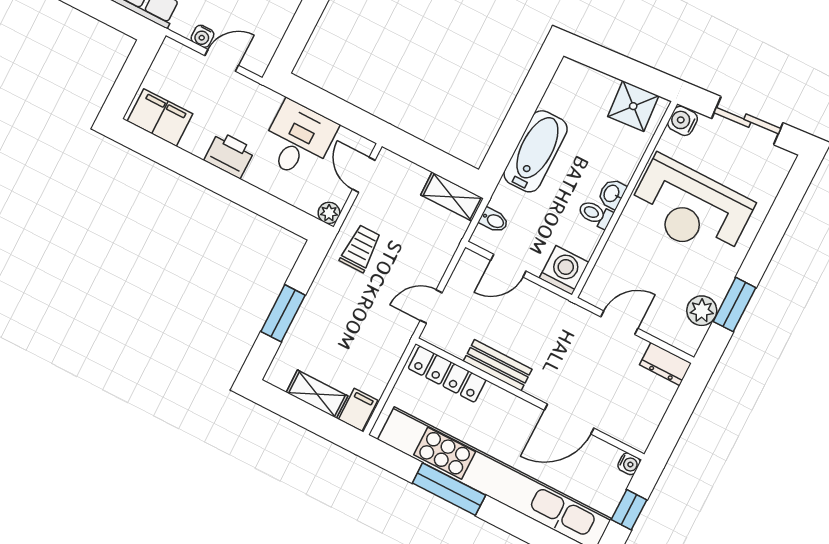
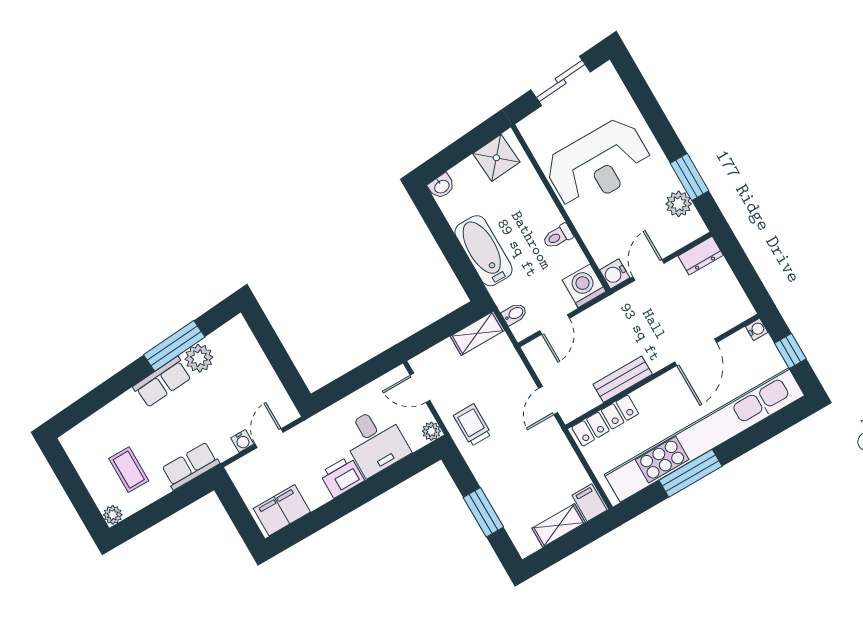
water cooler: (683, 121) -> (615, 274), moved
desk: (298, 140) -> (375, 442), moved, turned 180
washbasin: (612, 194) -> (442, 186), moved, turned -94

